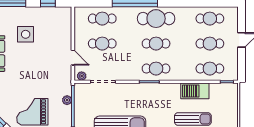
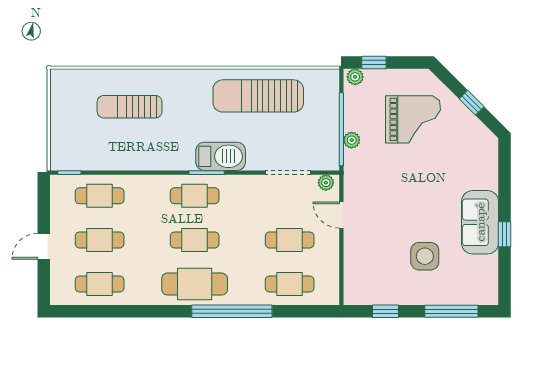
barbecue: (195, 91) -> (221, 156), moved

